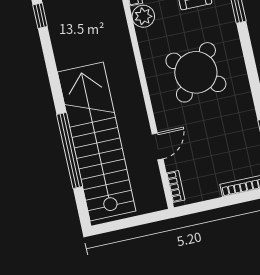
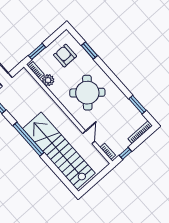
window: (70, 150) -> (28, 139), moved
window: (203, 206) -> (125, 153), added

